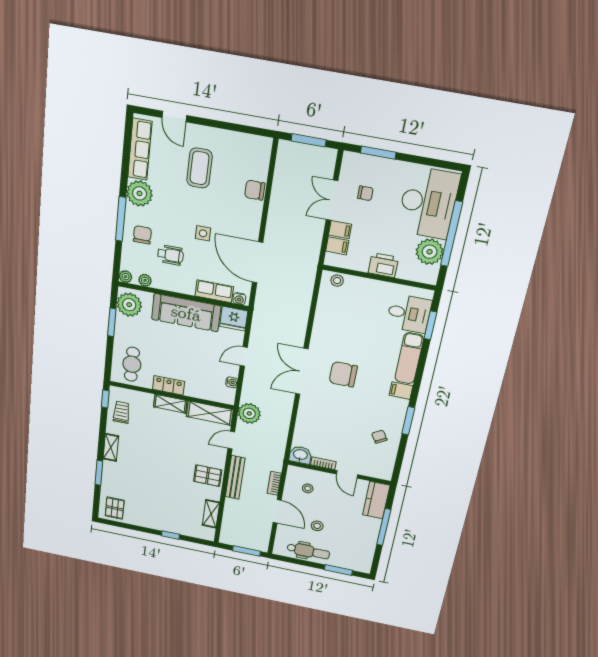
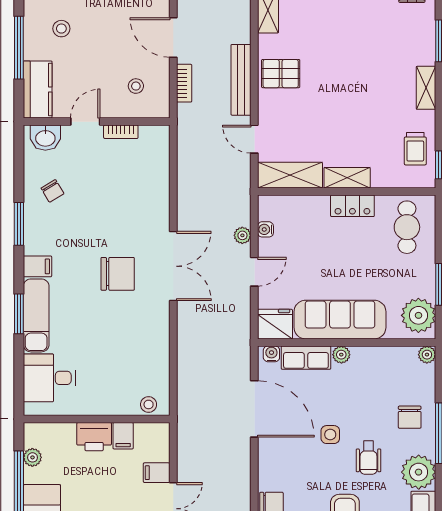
filing cabinet: (337, 246) -> (123, 436), moved, turned -90
plant: (430, 252) -> (32, 457), width x0.53, depth x0.53
wheelchair: (170, 255) -> (369, 458), moved, turned -90
plant: (145, 280) -> (341, 355), moved
window: (430, 325) -> (19, 314), moved
plant: (249, 413) -> (242, 235), moved, width x0.53, depth x0.53
door: (231, 440) -> (254, 139), swing flipped
washbasin: (300, 455) -> (45, 138), moved
door: (347, 474) -> (85, 122), hinge flipped
stool: (317, 526) -> (61, 29), moved

